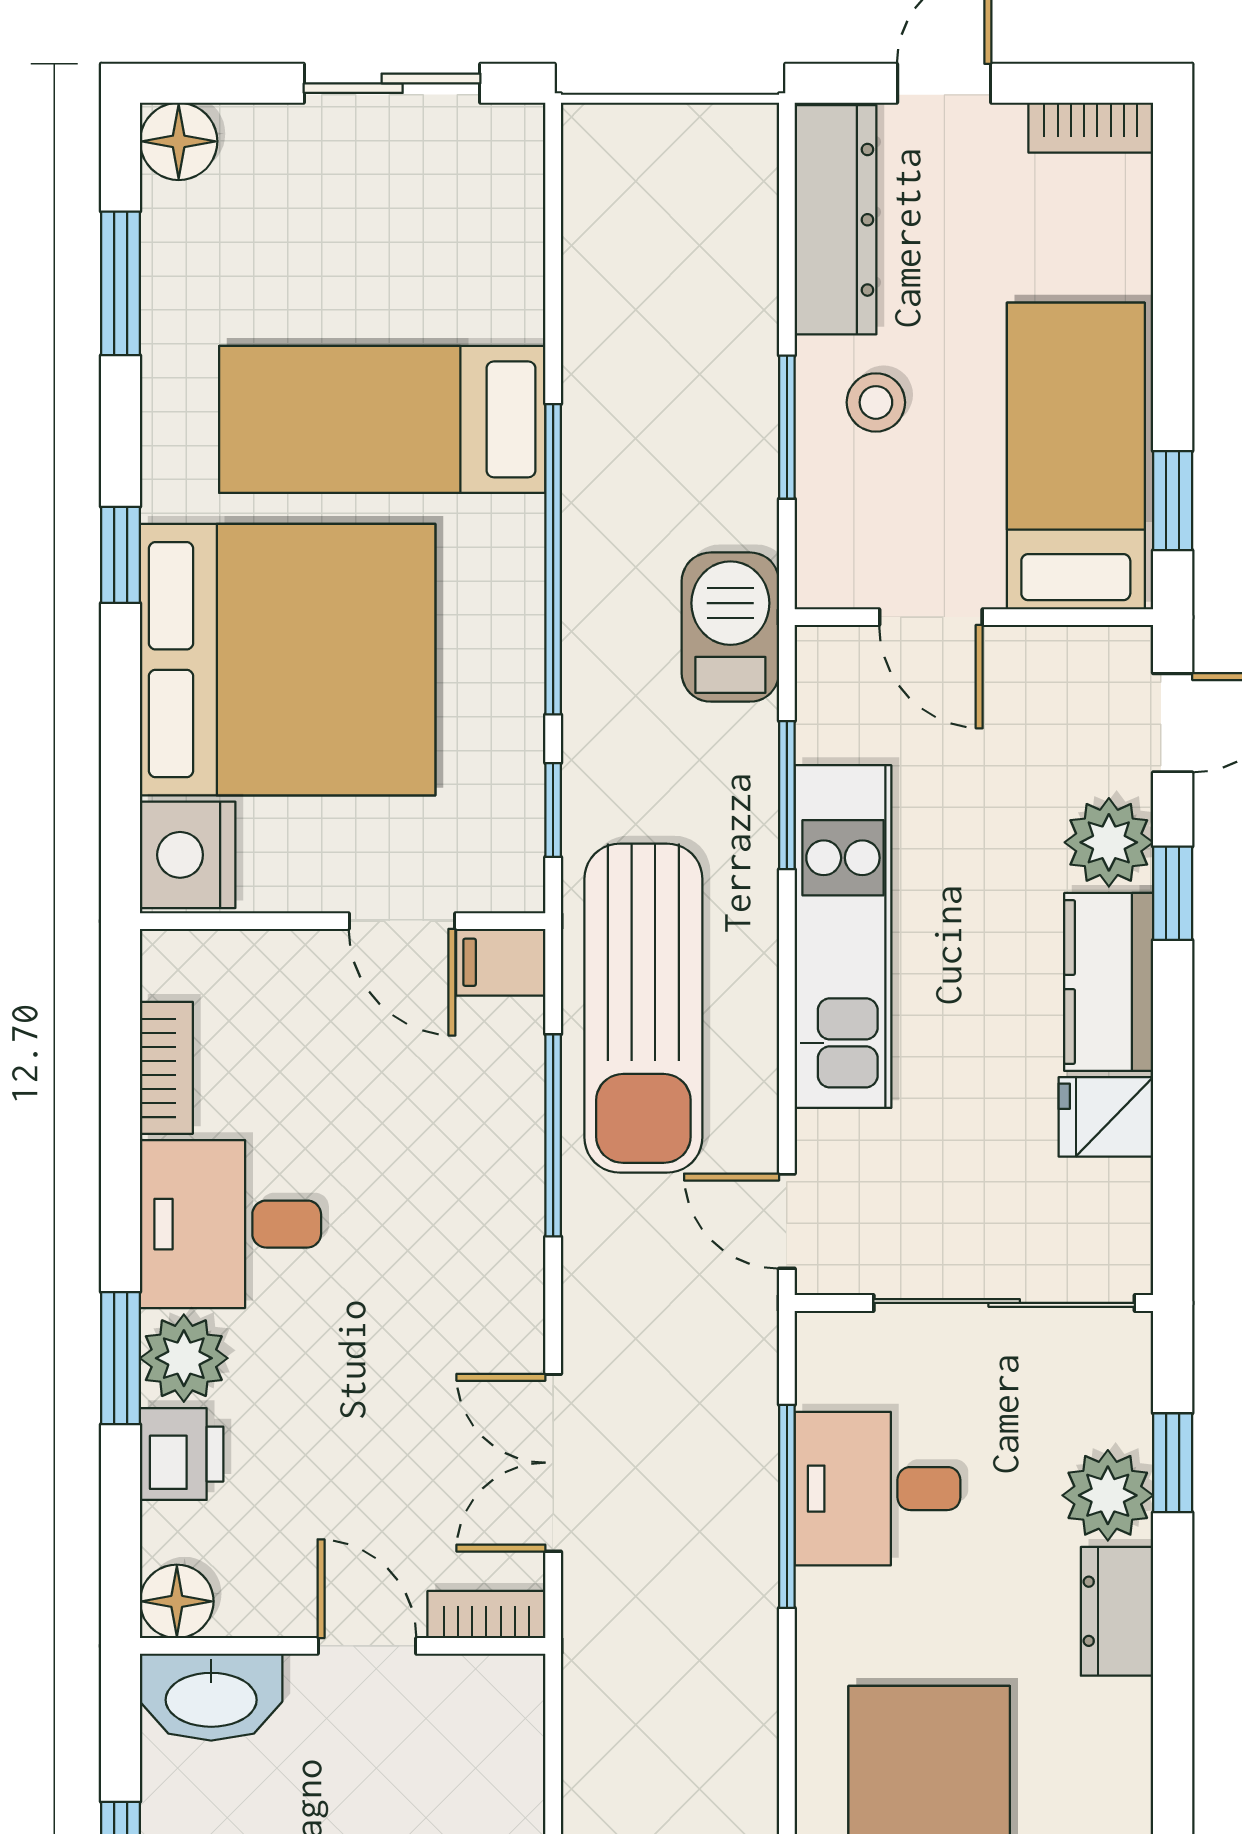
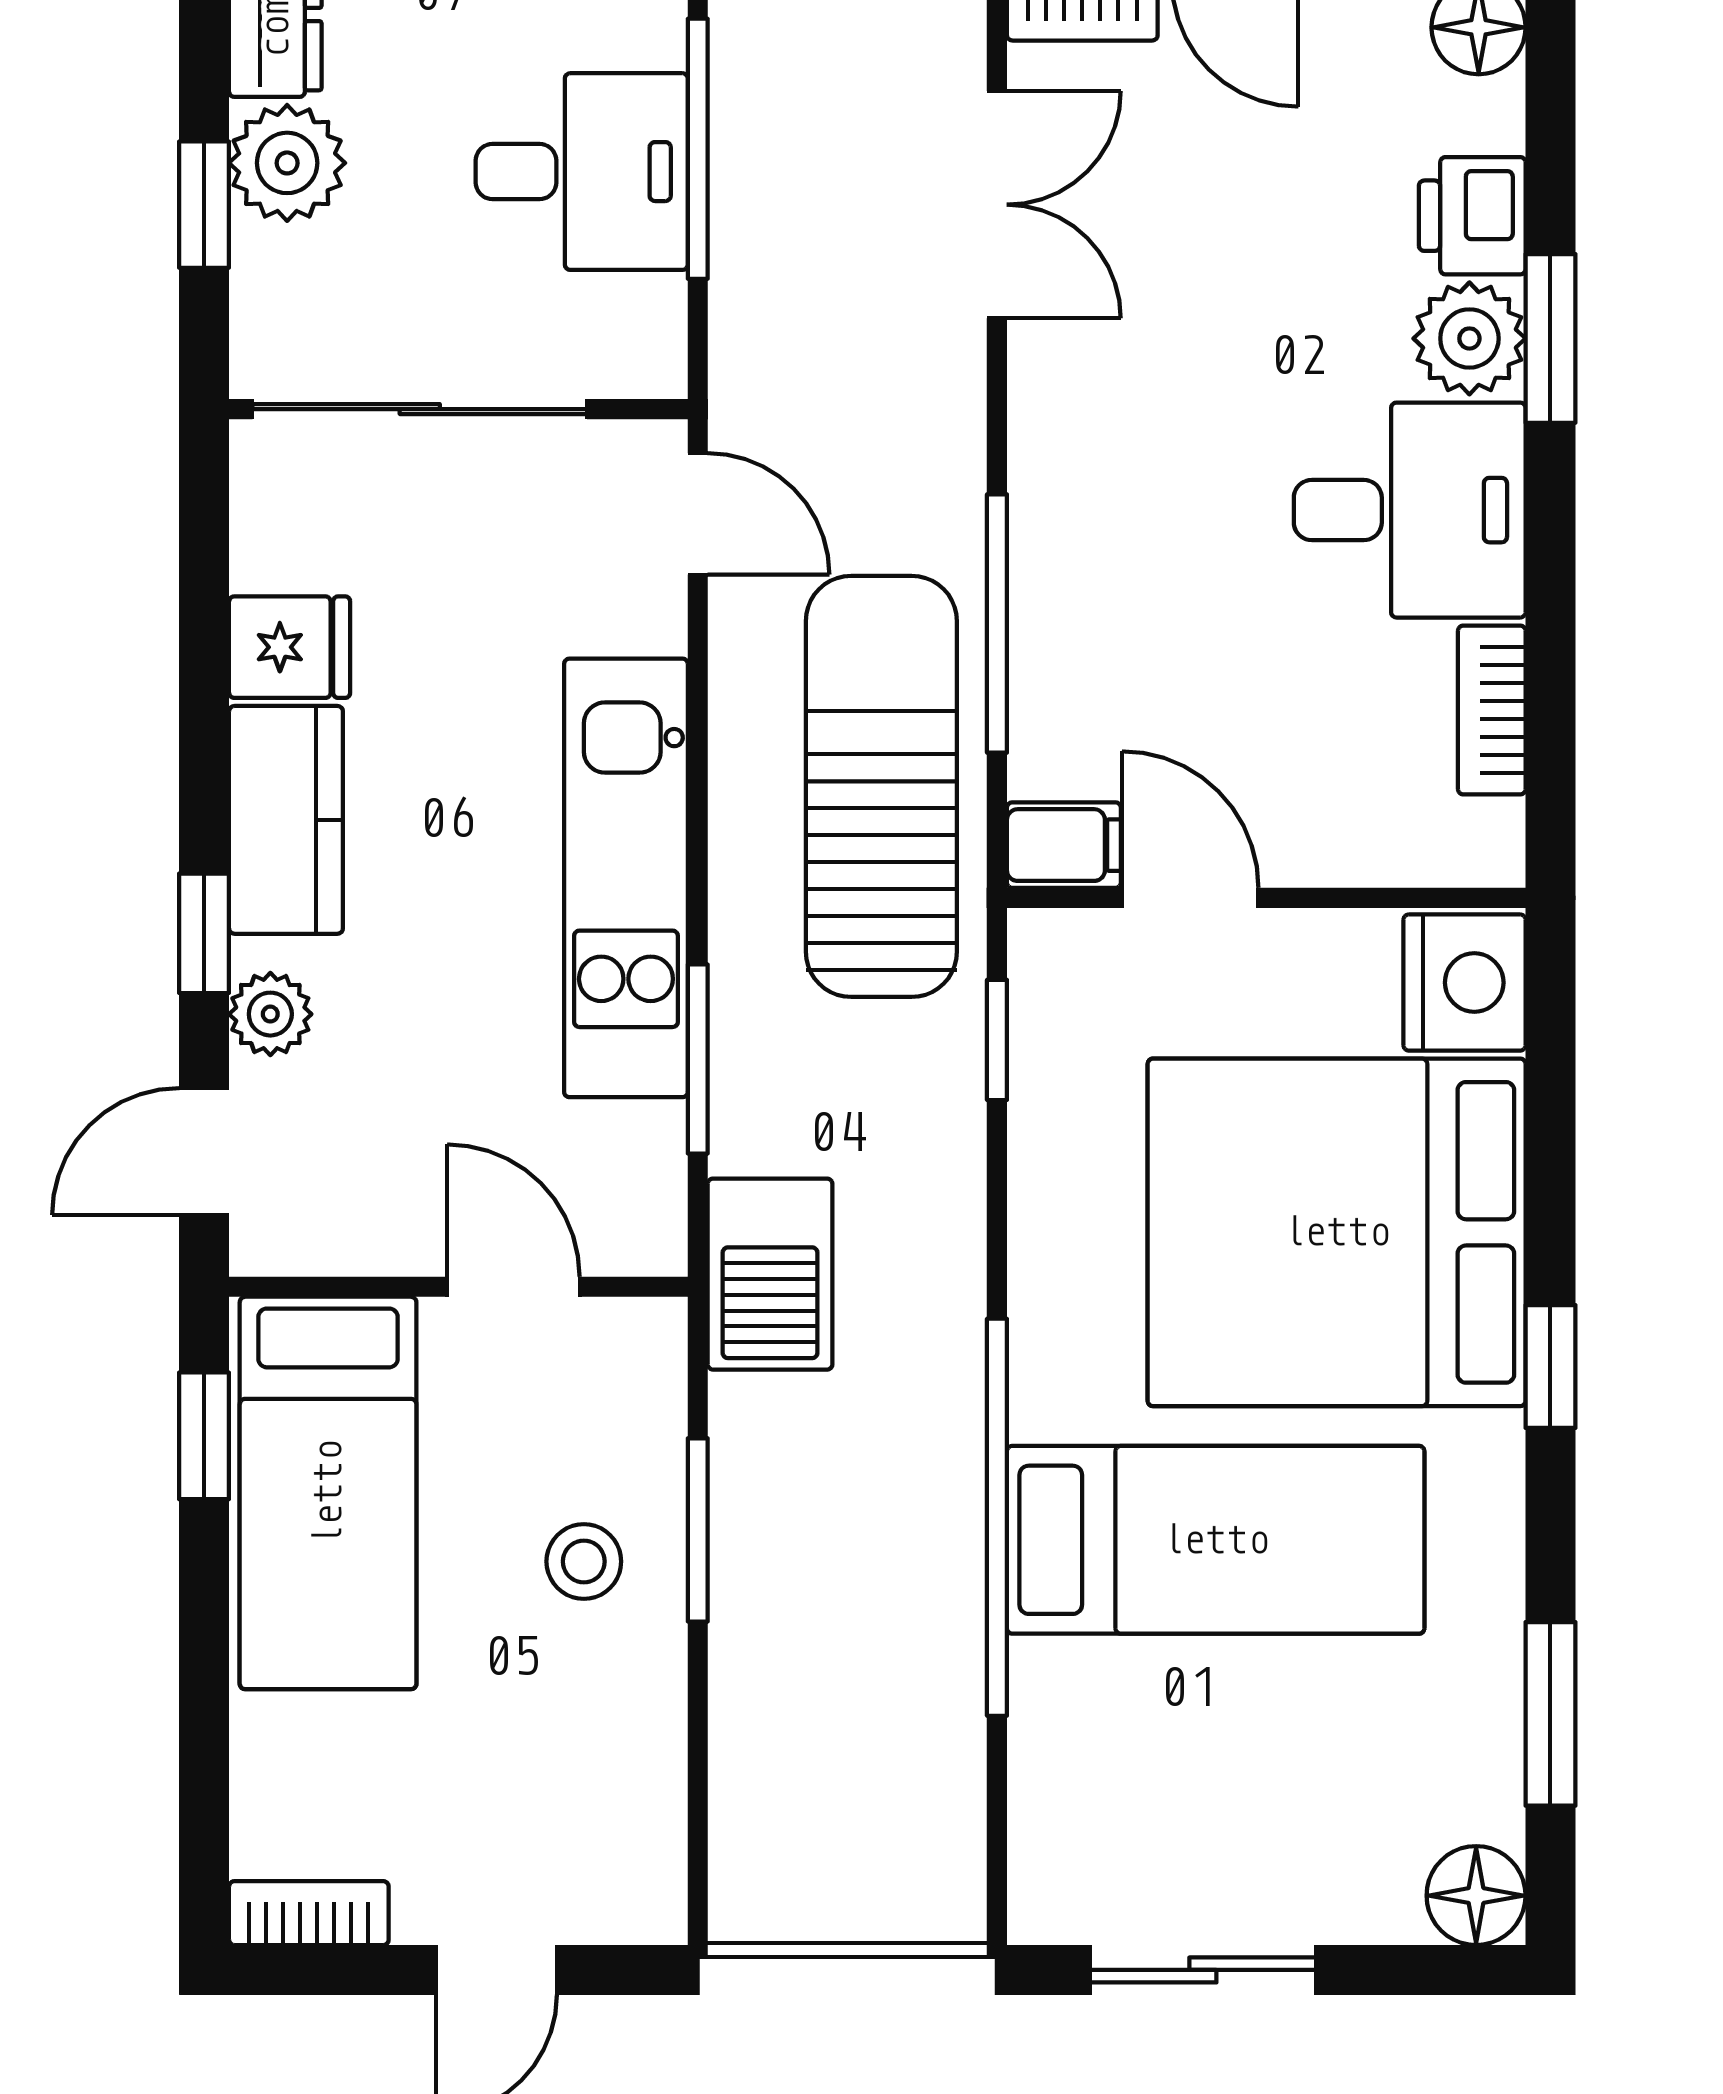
dresser: (836, 220) -> (635, 1795), removed
window: (553, 559) -> (997, 1517), moved
plant: (1109, 842) -> (270, 1014), width x0.73, depth x0.73

